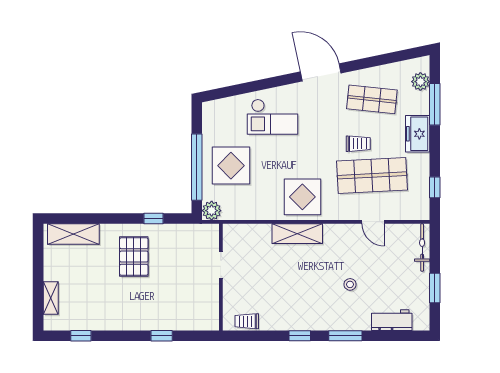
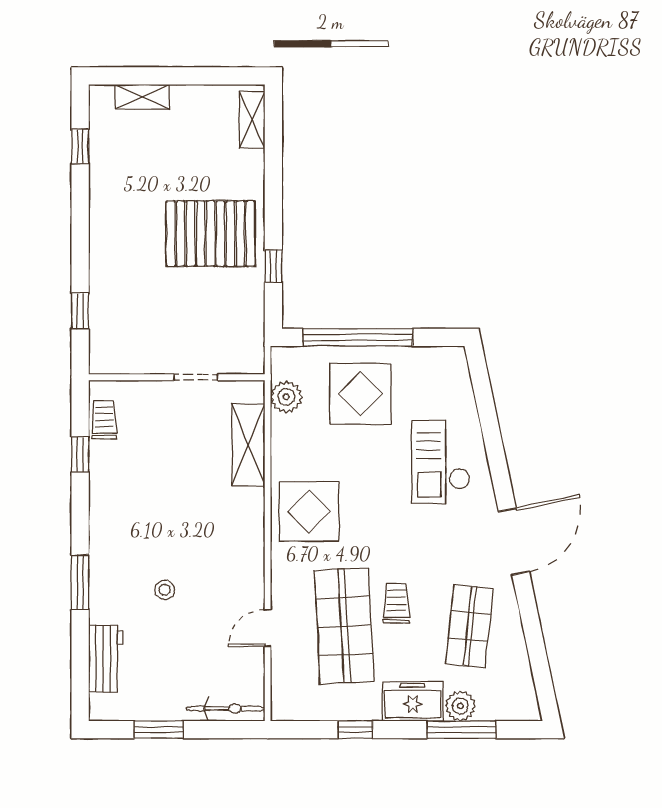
plant: (420, 82) -> (460, 706), moved
trolley: (358, 144) -> (396, 603), turned 180
window: (435, 187) -> (355, 730), moved
plant: (212, 211) -> (286, 397), moved
shelving: (73, 234) -> (252, 120), width x0.67, depth x0.75
shelving: (297, 234) -> (248, 445), moved
pallet: (134, 257) -> (211, 234), width x1.37, depth x1.41
window: (162, 336) -> (80, 311), moved
window: (300, 336) -> (80, 454), moved

